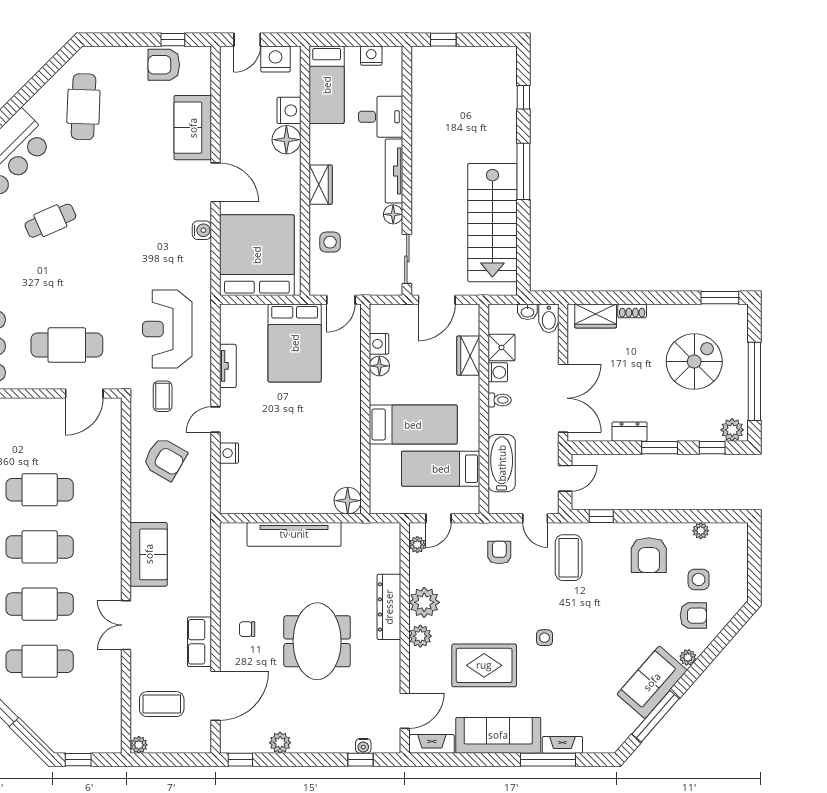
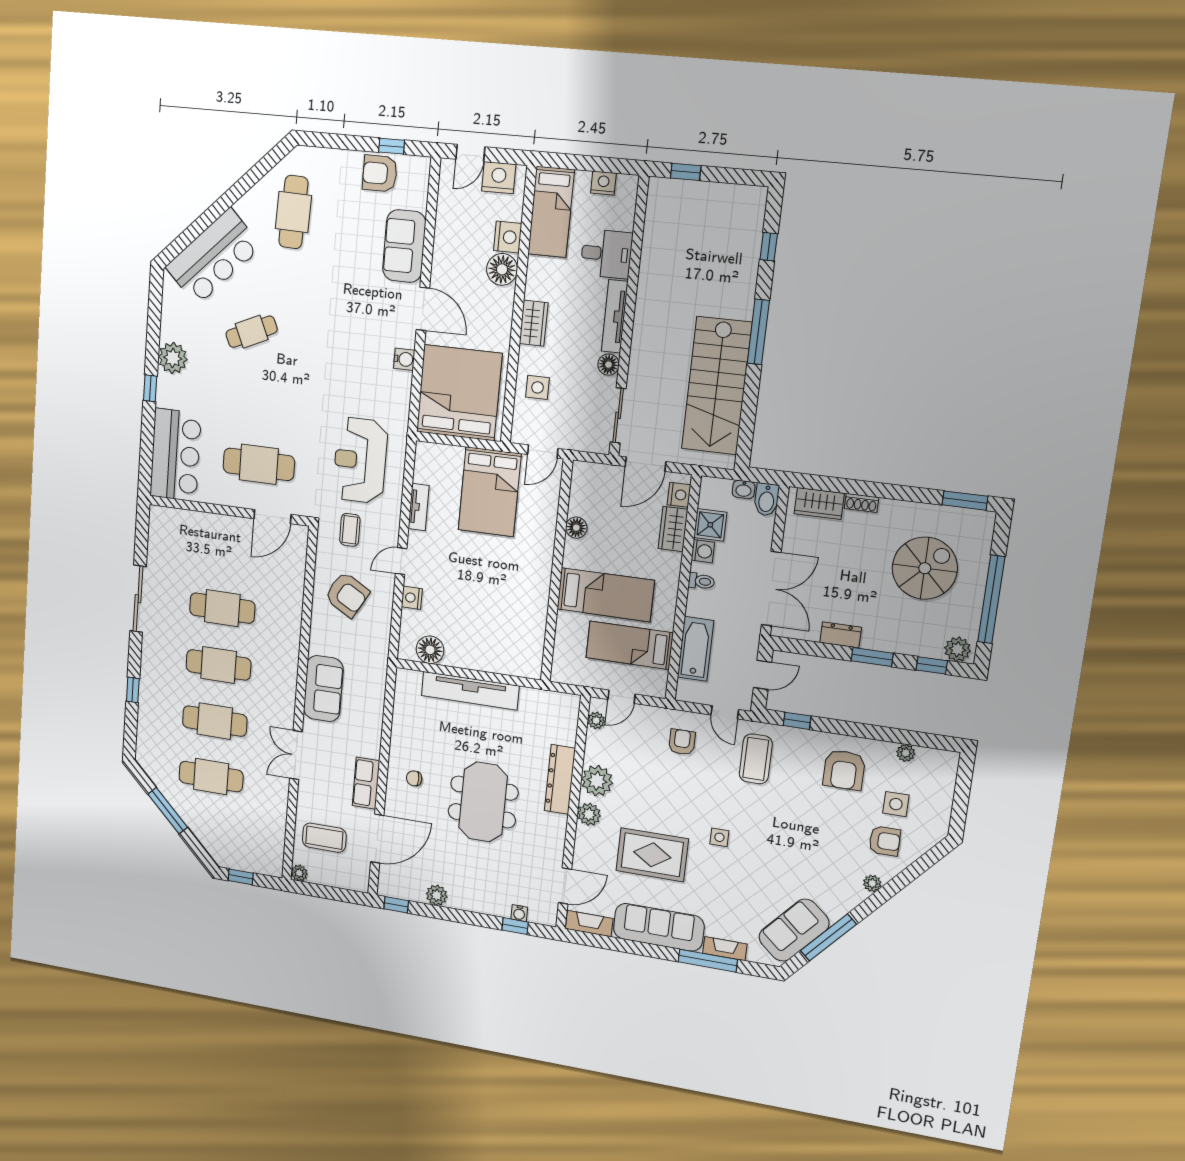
nightstand: (379, 344) -> (679, 495), moved, turned 180
floor lamp: (348, 501) -> (430, 650), moved
sofa: (652, 682) -> (794, 930), moved

